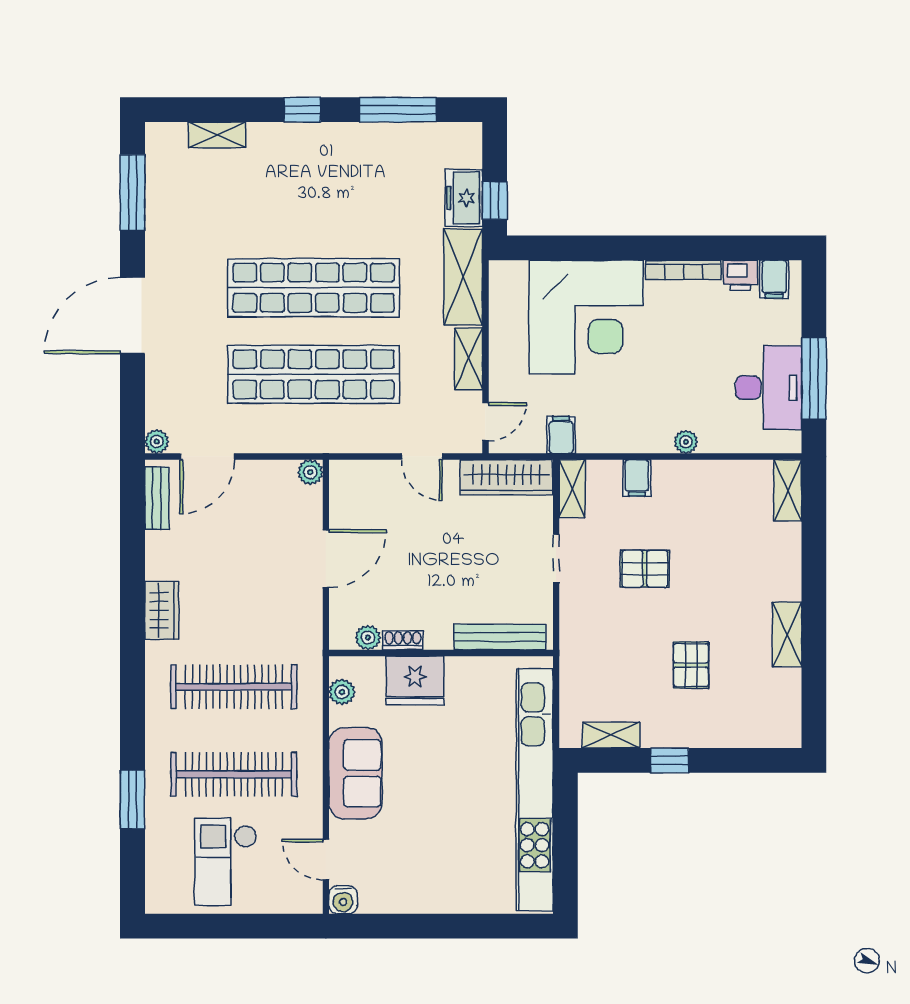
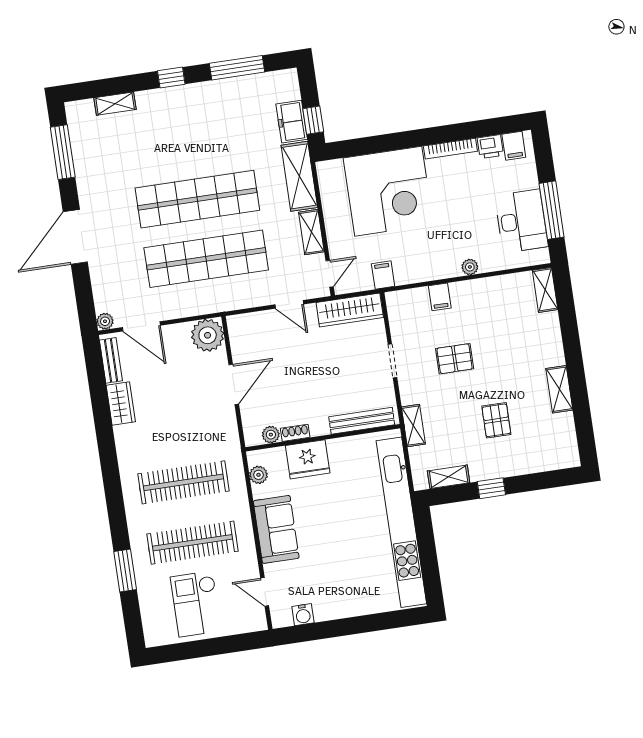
door: (207, 457) -> (141, 326), hinge flipped
plant: (310, 472) -> (208, 335), width x1.88, depth x1.88
shelving: (572, 489) -> (413, 426), moved
wardrobe: (162, 610) -> (121, 403), moved
water cooler: (343, 900) -> (303, 615), moved

